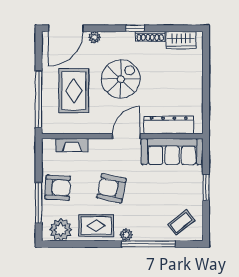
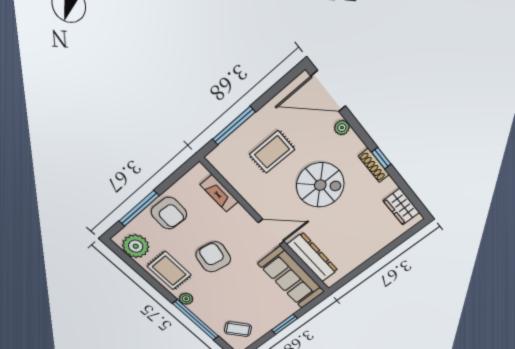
shoe rack: (150, 36) -> (374, 165), moved
rug: (74, 91) -> (272, 152), width x0.73, depth x0.70
window: (39, 99) -> (234, 126), width x0.68

